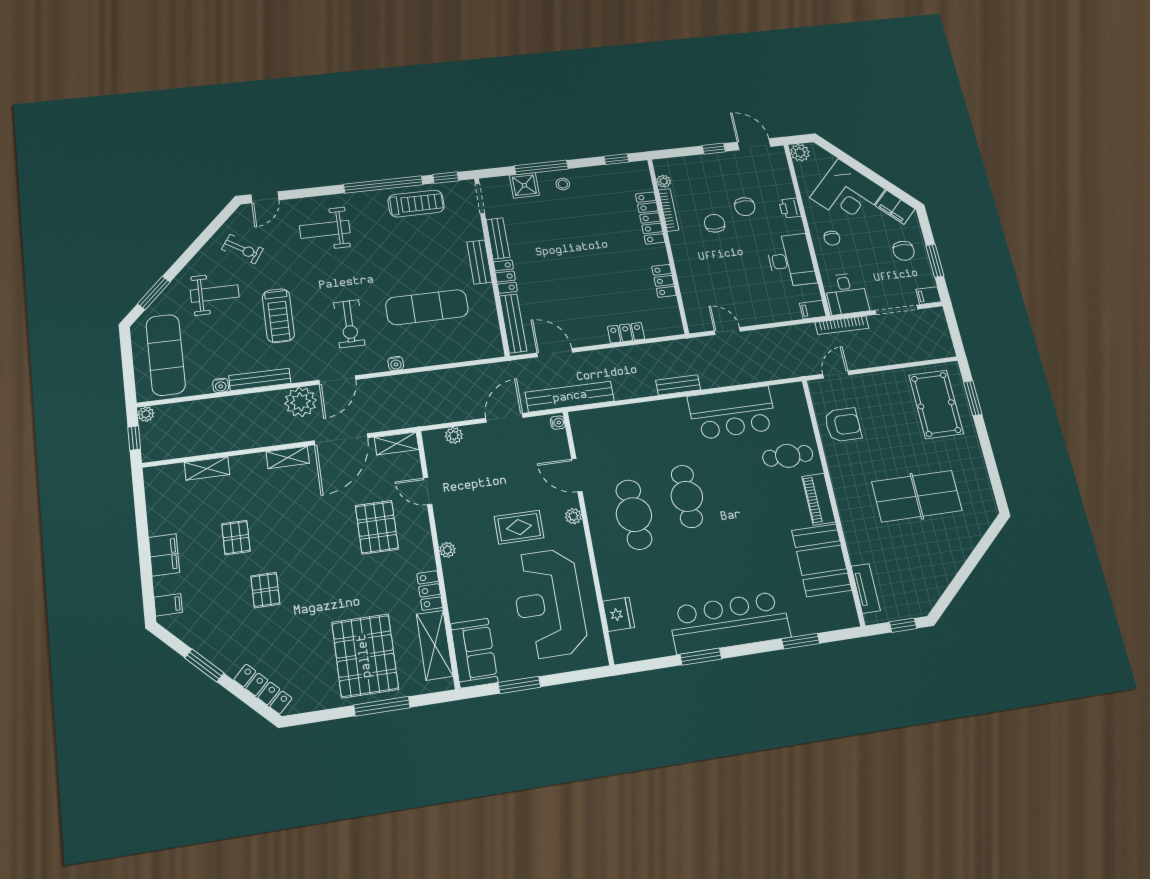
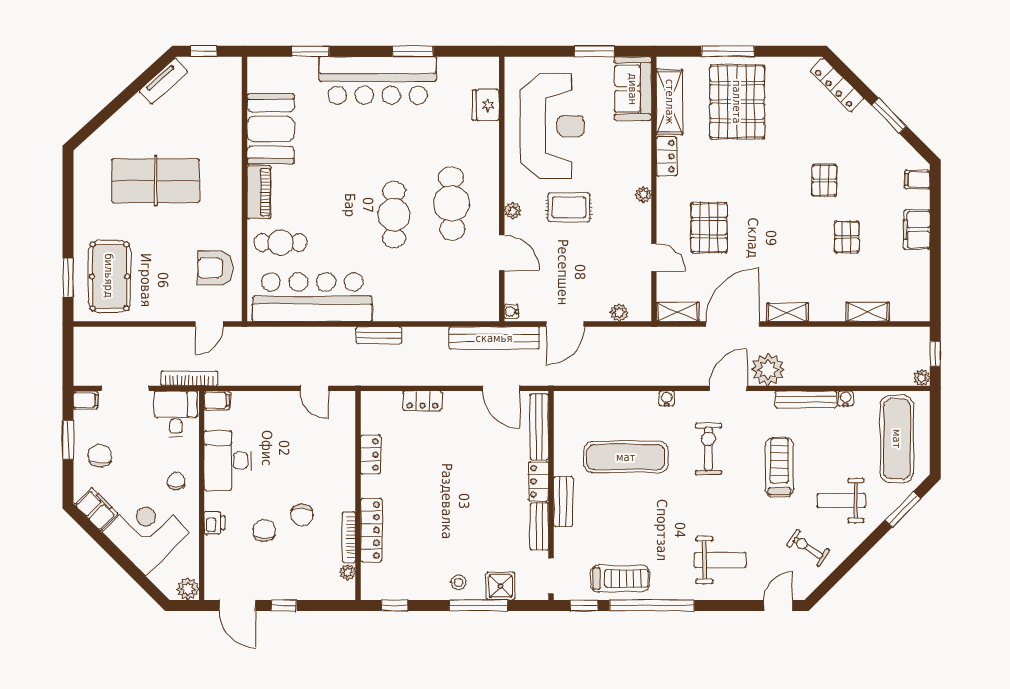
treadmill: (416, 204) -> (620, 578), turned 180
bar counter: (732, 413) -> (312, 297), width x1.36
tv unit: (866, 589) -> (163, 81), moved, turned -132

